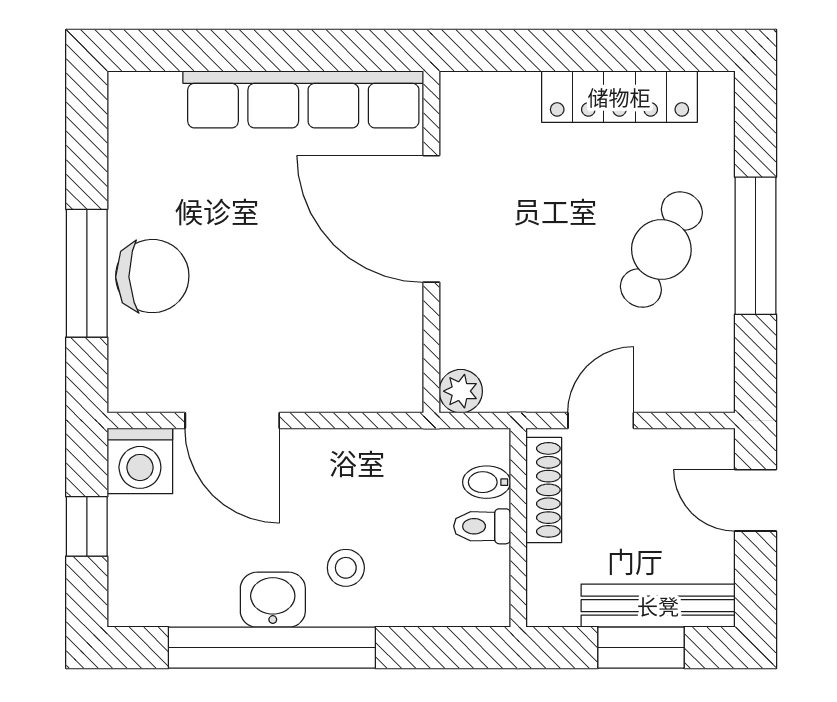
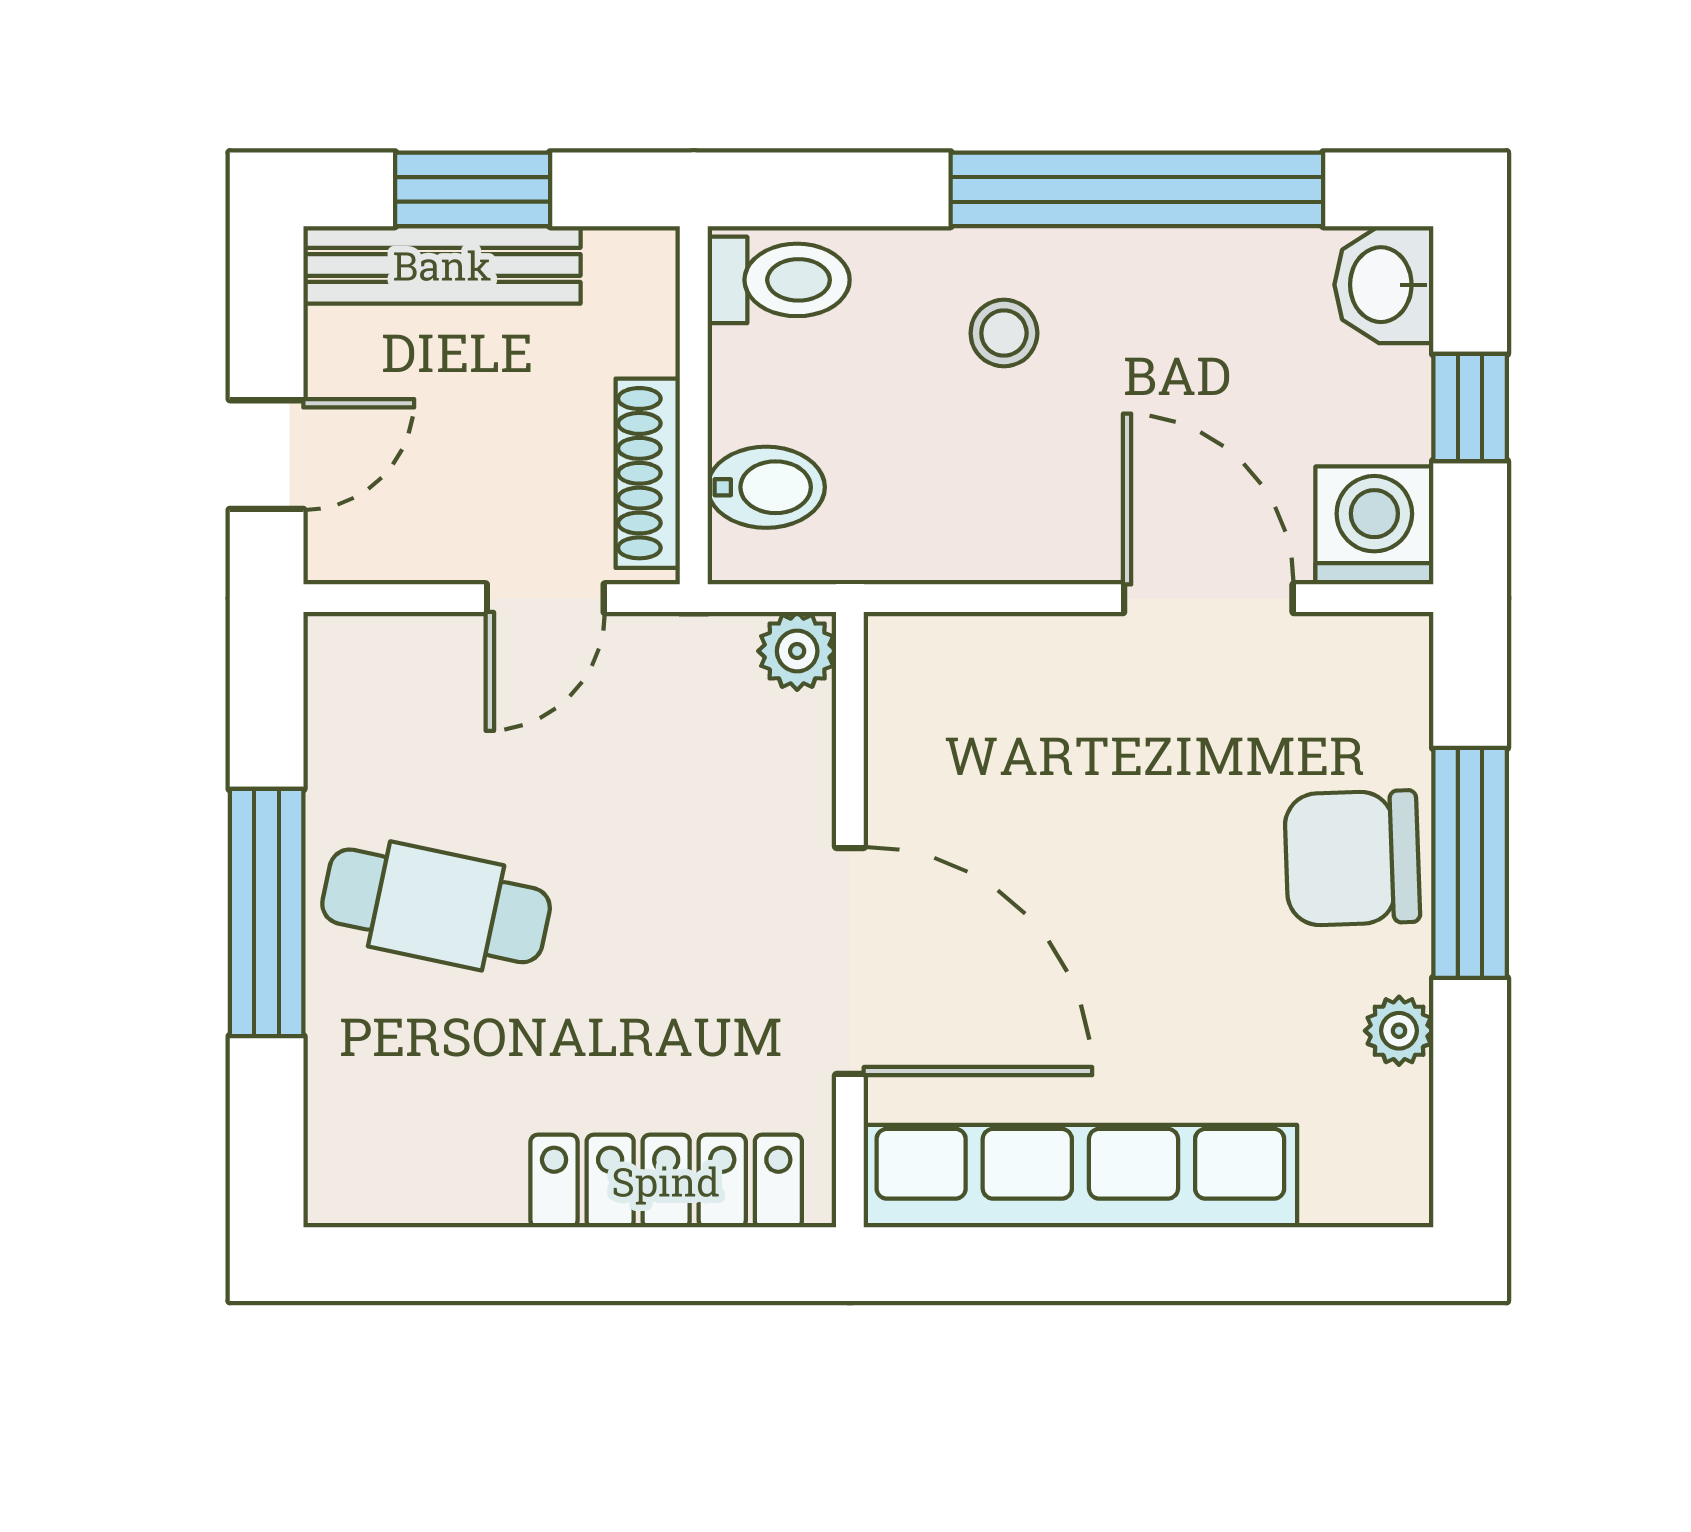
locker: (619, 97) -> (666, 1181), moved
plant: (126, 180) -> (1399, 1031), added
cafe table: (661, 250) -> (436, 906), turned 74
bidet: (487, 482) -> (766, 487), width x1.38, depth x1.36
door: (756, 500) -> (267, 455), hinge flipped
toilet: (482, 526) -> (779, 280), moved, width x1.37, depth x1.39
washbasin: (273, 600) -> (1384, 285), moved, turned 90

